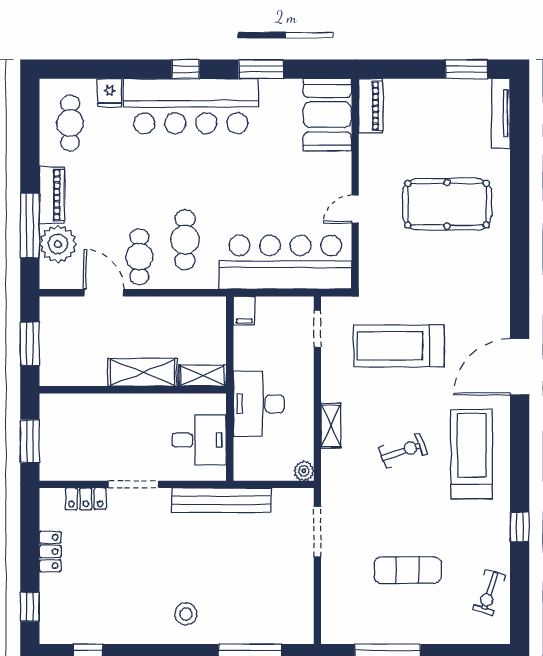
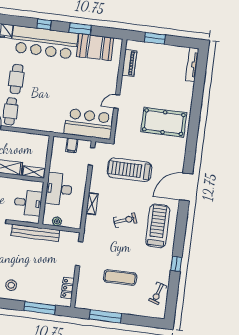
window: (467, 69) -> (155, 38), moved
piano: (371, 106) -> (129, 63), moved
booth: (327, 115) -> (95, 47), moved, turned 90
pool table: (447, 204) -> (164, 122), moved
cafe table: (185, 240) -> (16, 79), moved
bar counter: (285, 262) -> (89, 124), width x0.73
filing cabinet: (244, 311) -> (72, 145), moved
plant: (304, 471) -> (57, 221), moved
locker: (302, 605) -> (68, 288), added

